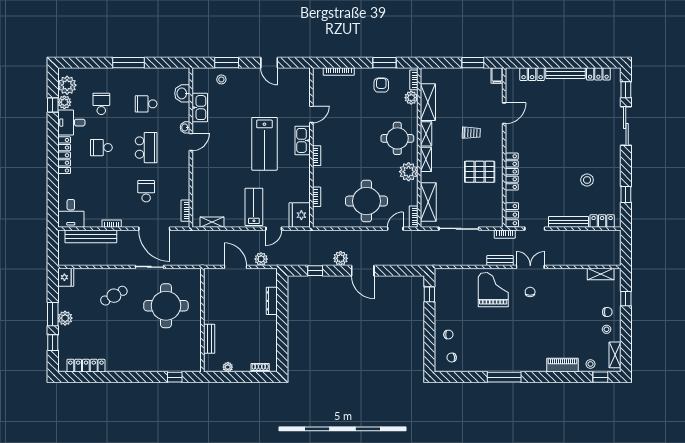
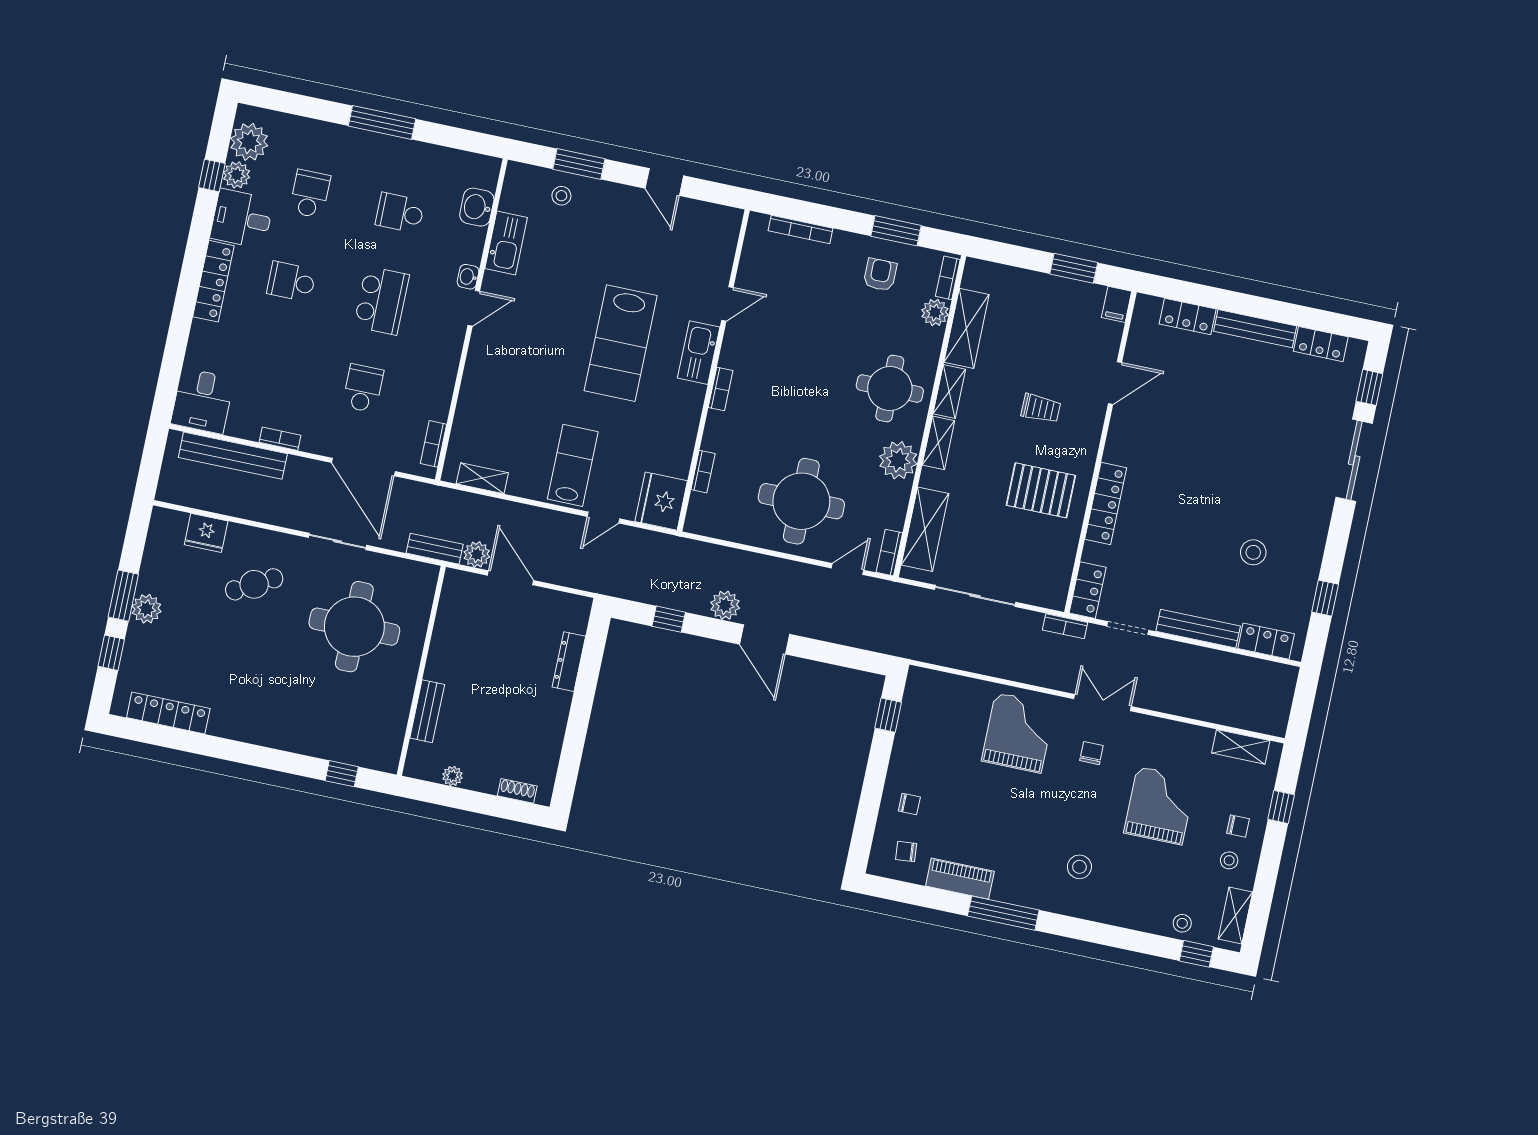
plant: (261, 259) -> (477, 554), moved
bench: (500, 260) -> (435, 549), moved
fridge: (66, 277) -> (206, 533), moved, turned 90
grand piano: (568, 310) -> (1160, 806), added
stool: (536, 347) -> (1079, 867), added
piano: (562, 365) -> (960, 879), moved

